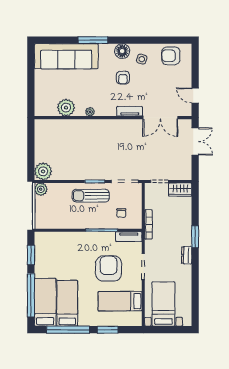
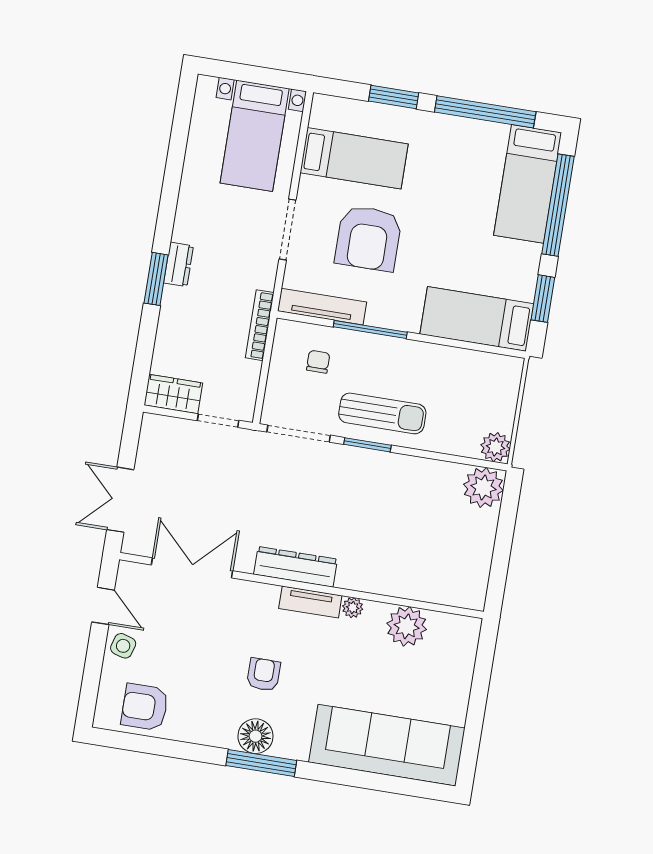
window: (93, 40) -> (261, 763), moved
armchair: (171, 56) -> (145, 707), turned 180
side table: (142, 59) -> (123, 646), moved
tv unit: (130, 111) -> (310, 602), moved
dresser: (117, 125) -> (296, 567), added
tv unit: (129, 237) -> (322, 307), width x1.41
dresser: (187, 255) -> (179, 264), moved
bed: (67, 303) -> (477, 319), moved, turned 90

